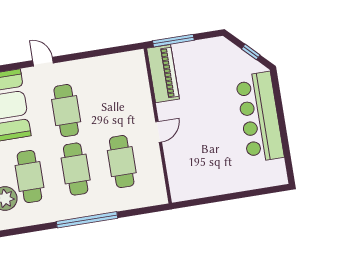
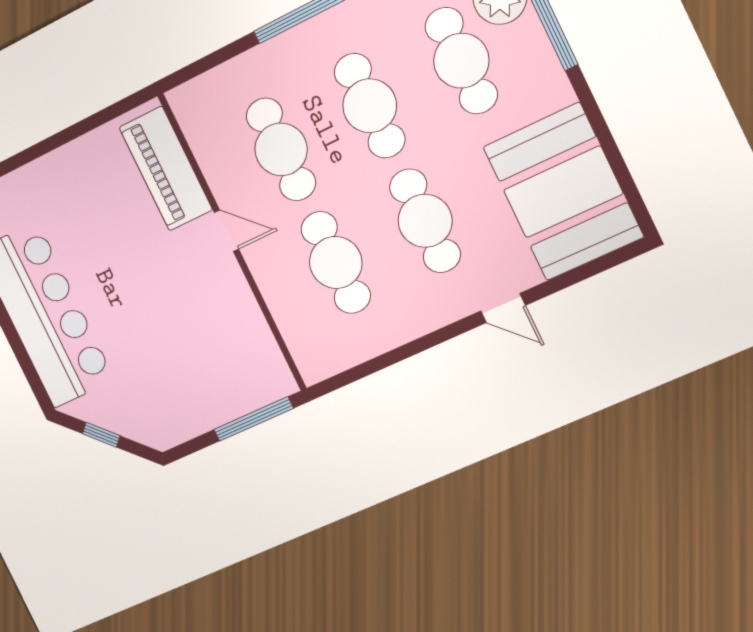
piano: (163, 74) -> (166, 169), moved
cafe table: (112, 103) -> (336, 262), added
door: (159, 132) -> (227, 231), swing flipped

